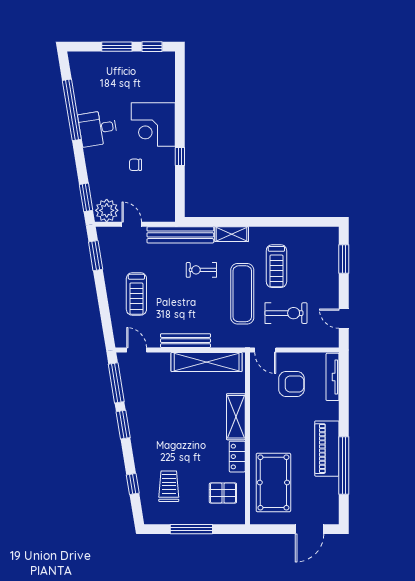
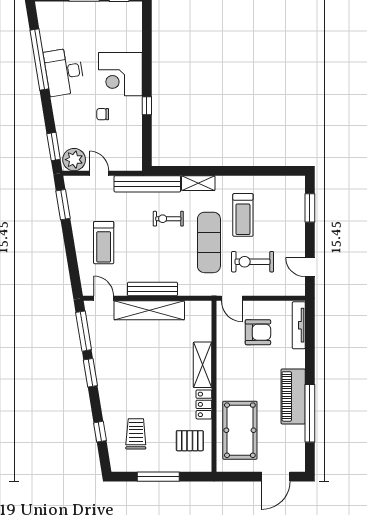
desk: (98, 128) -> (64, 72), width x1.37
exercise bike: (286, 313) -> (253, 262), turned 180
shelving: (207, 362) -> (149, 310), moved

